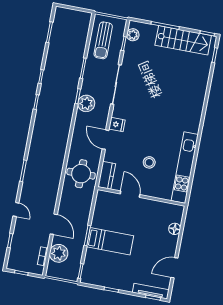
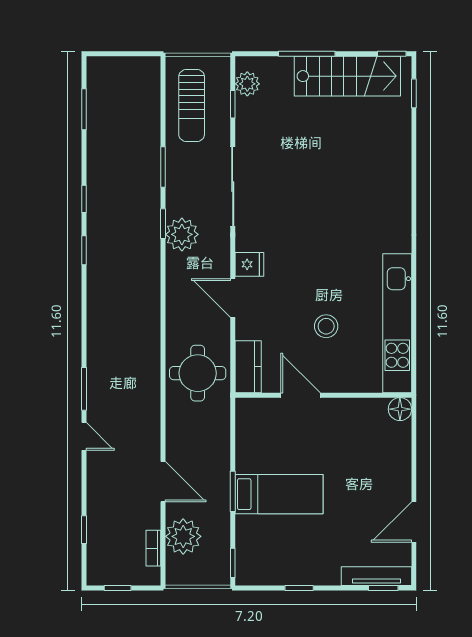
door: (16, 209) -> (84, 436), moved
floor lamp: (175, 229) -> (400, 409), moved

